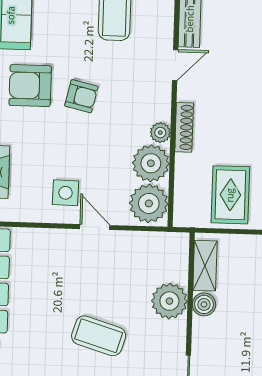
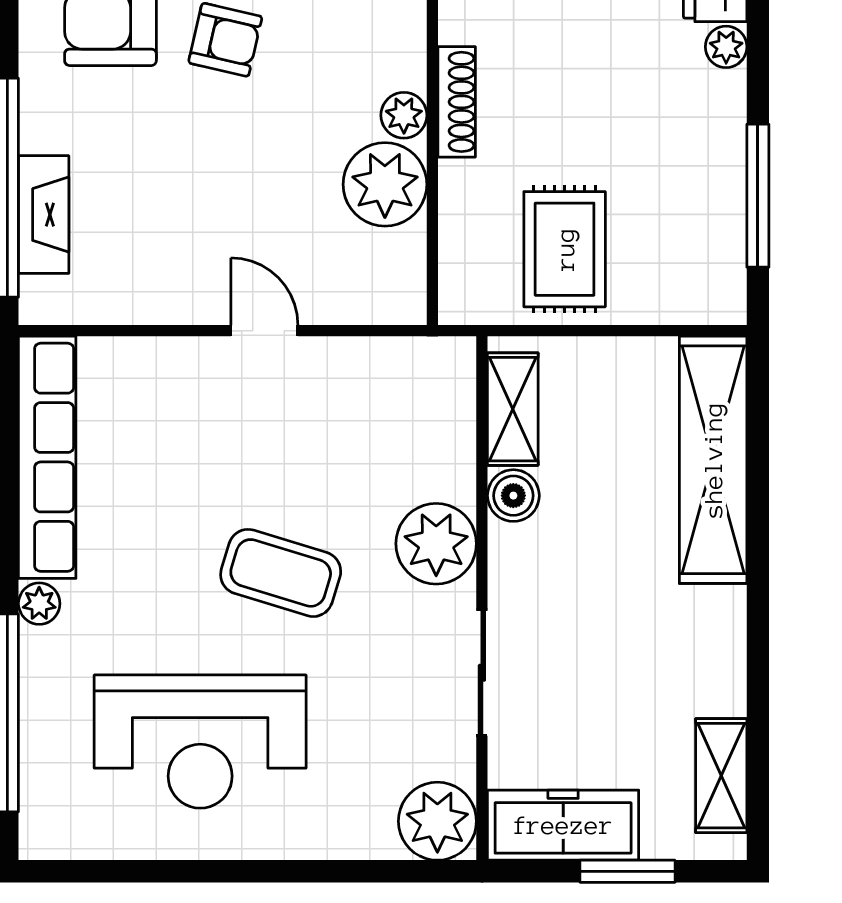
side table: (65, 193) -> (197, 256), removed
plant: (149, 203) -> (383, 274), removed
plant: (169, 301) -> (436, 544), moved

